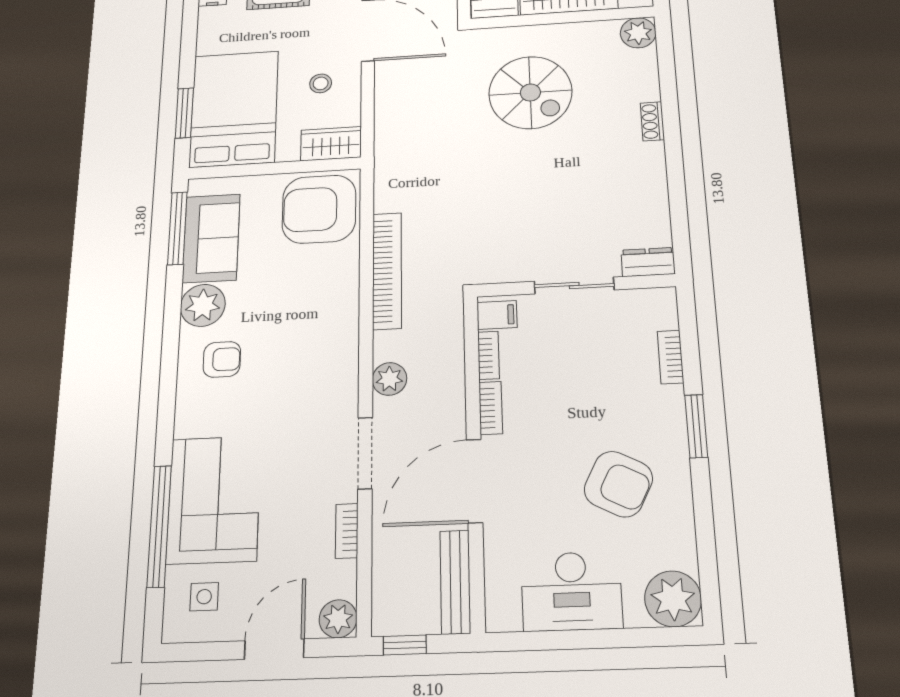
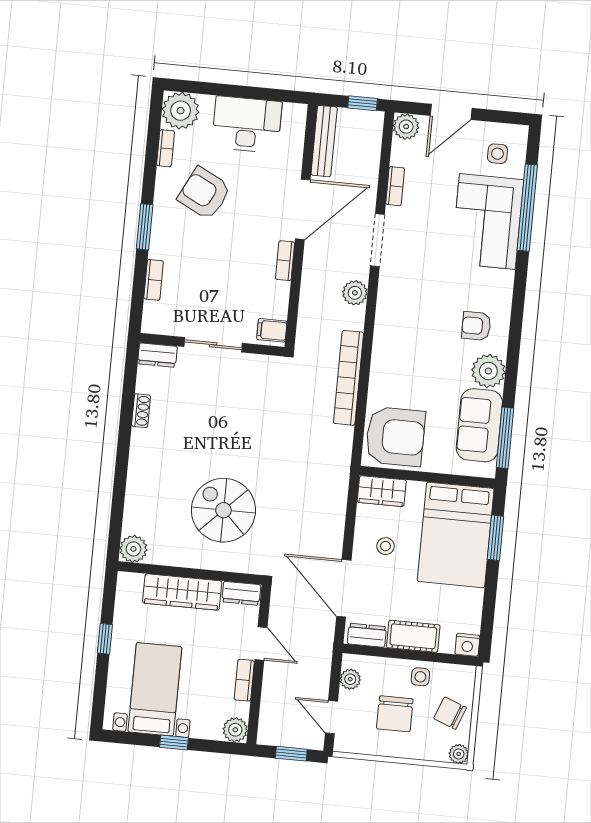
shoe rack: (652, 121) -> (141, 411), moved
bookcase: (489, 355) -> (166, 148), moved, turned 180

